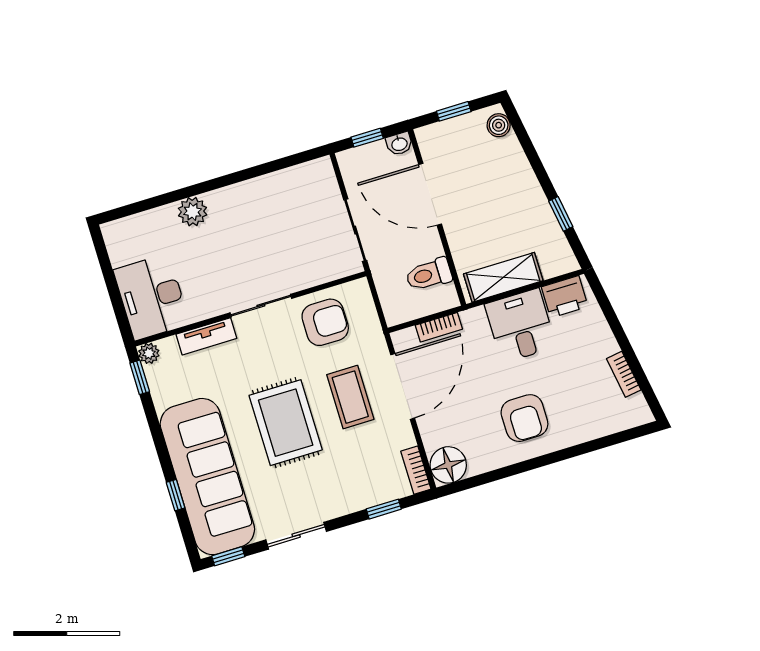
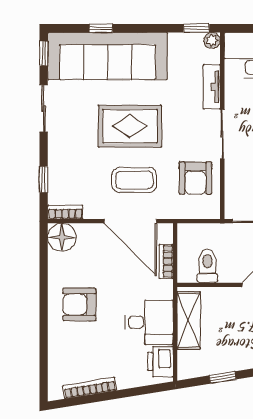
bookcase: (624, 374) -> (90, 388), width x1.56

